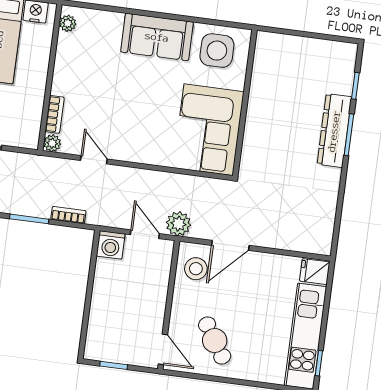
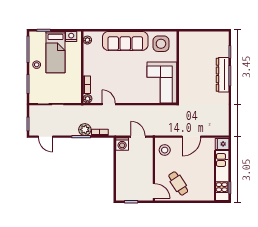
sofa: (157, 37) -> (125, 41), width x1.36
plant: (178, 224) -> (85, 130), moved
door: (230, 245) -> (191, 137), moved

